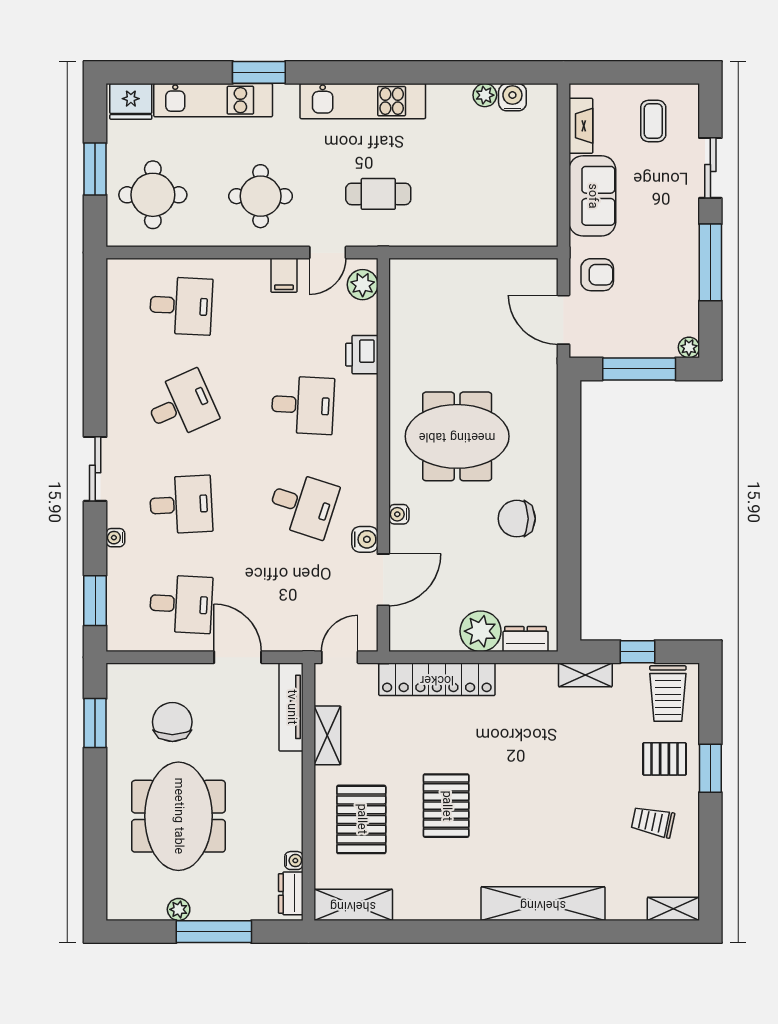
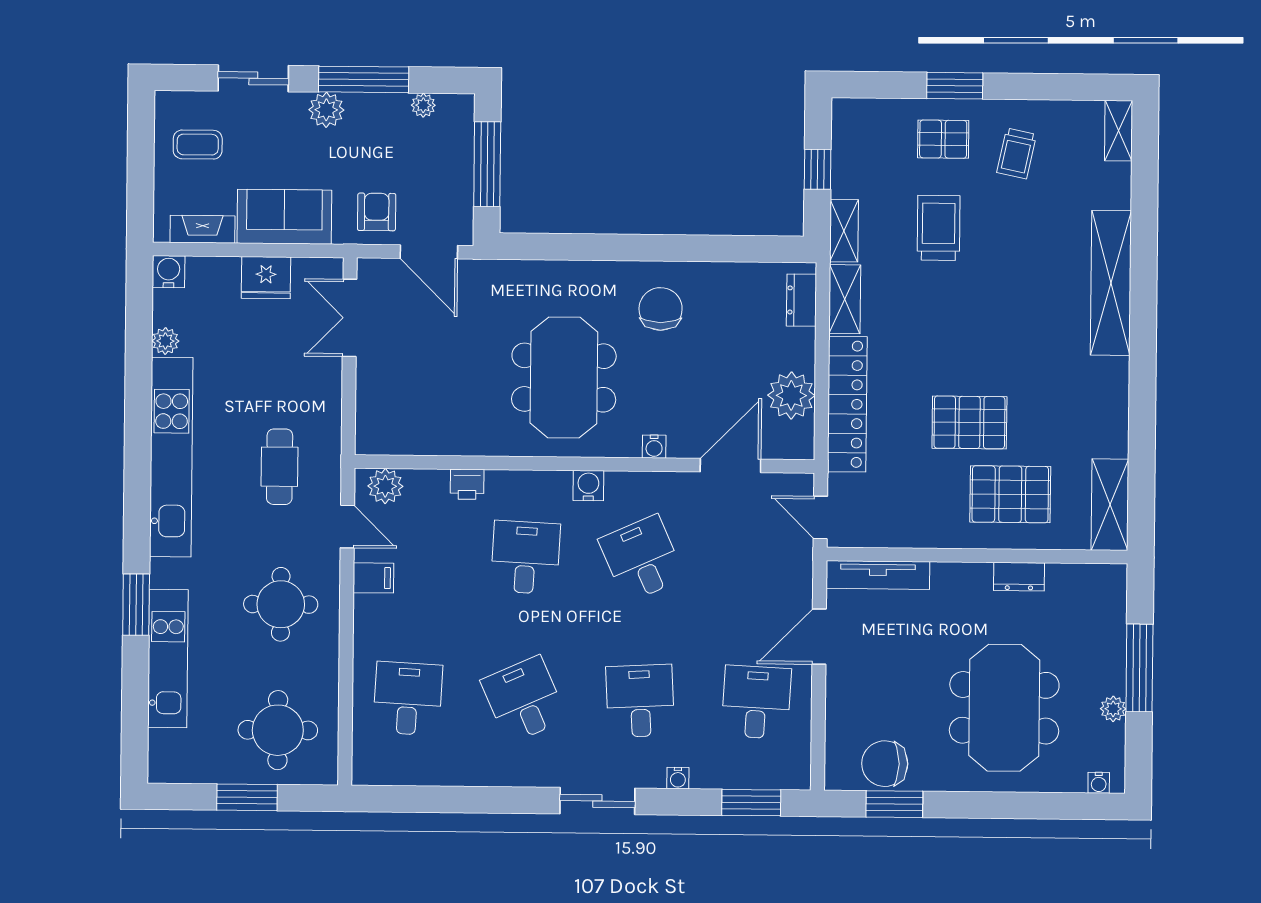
water cooler: (512, 97) -> (169, 272), moved, turned 90
fridge: (131, 101) -> (266, 278), moved, turned 90
kitchen unit: (363, 101) -> (171, 457), width x1.36
plant: (684, 231) -> (326, 110), added
double door: (506, 253) -> (350, 318), added
door: (563, 320) -> (429, 252), hinge flipped
plant: (689, 347) -> (423, 105), moved
printer: (362, 355) -> (467, 484), width x0.73, depth x0.81
desk: (303, 505) -> (642, 559), turned -42
chair: (517, 519) -> (661, 309), turned 180
water cooler: (365, 539) -> (588, 486), moved
door: (383, 580) -> (730, 466), hinge flipped
plant: (481, 631) -> (791, 395), moved
trolley: (668, 694) -> (939, 228), moved, turned -90
chair: (172, 722) -> (885, 764), moved
shelving: (327, 735) -> (845, 299), moved, turned 90
pallet: (665, 759) -> (943, 139), turned 90
pallet: (446, 806) -> (969, 422), moved
meeting table: (178, 816) -> (1004, 708), turned 90
water cooler: (294, 861) -> (1099, 783), moved, turned 180
dresser: (291, 893) -> (1019, 577), moved

